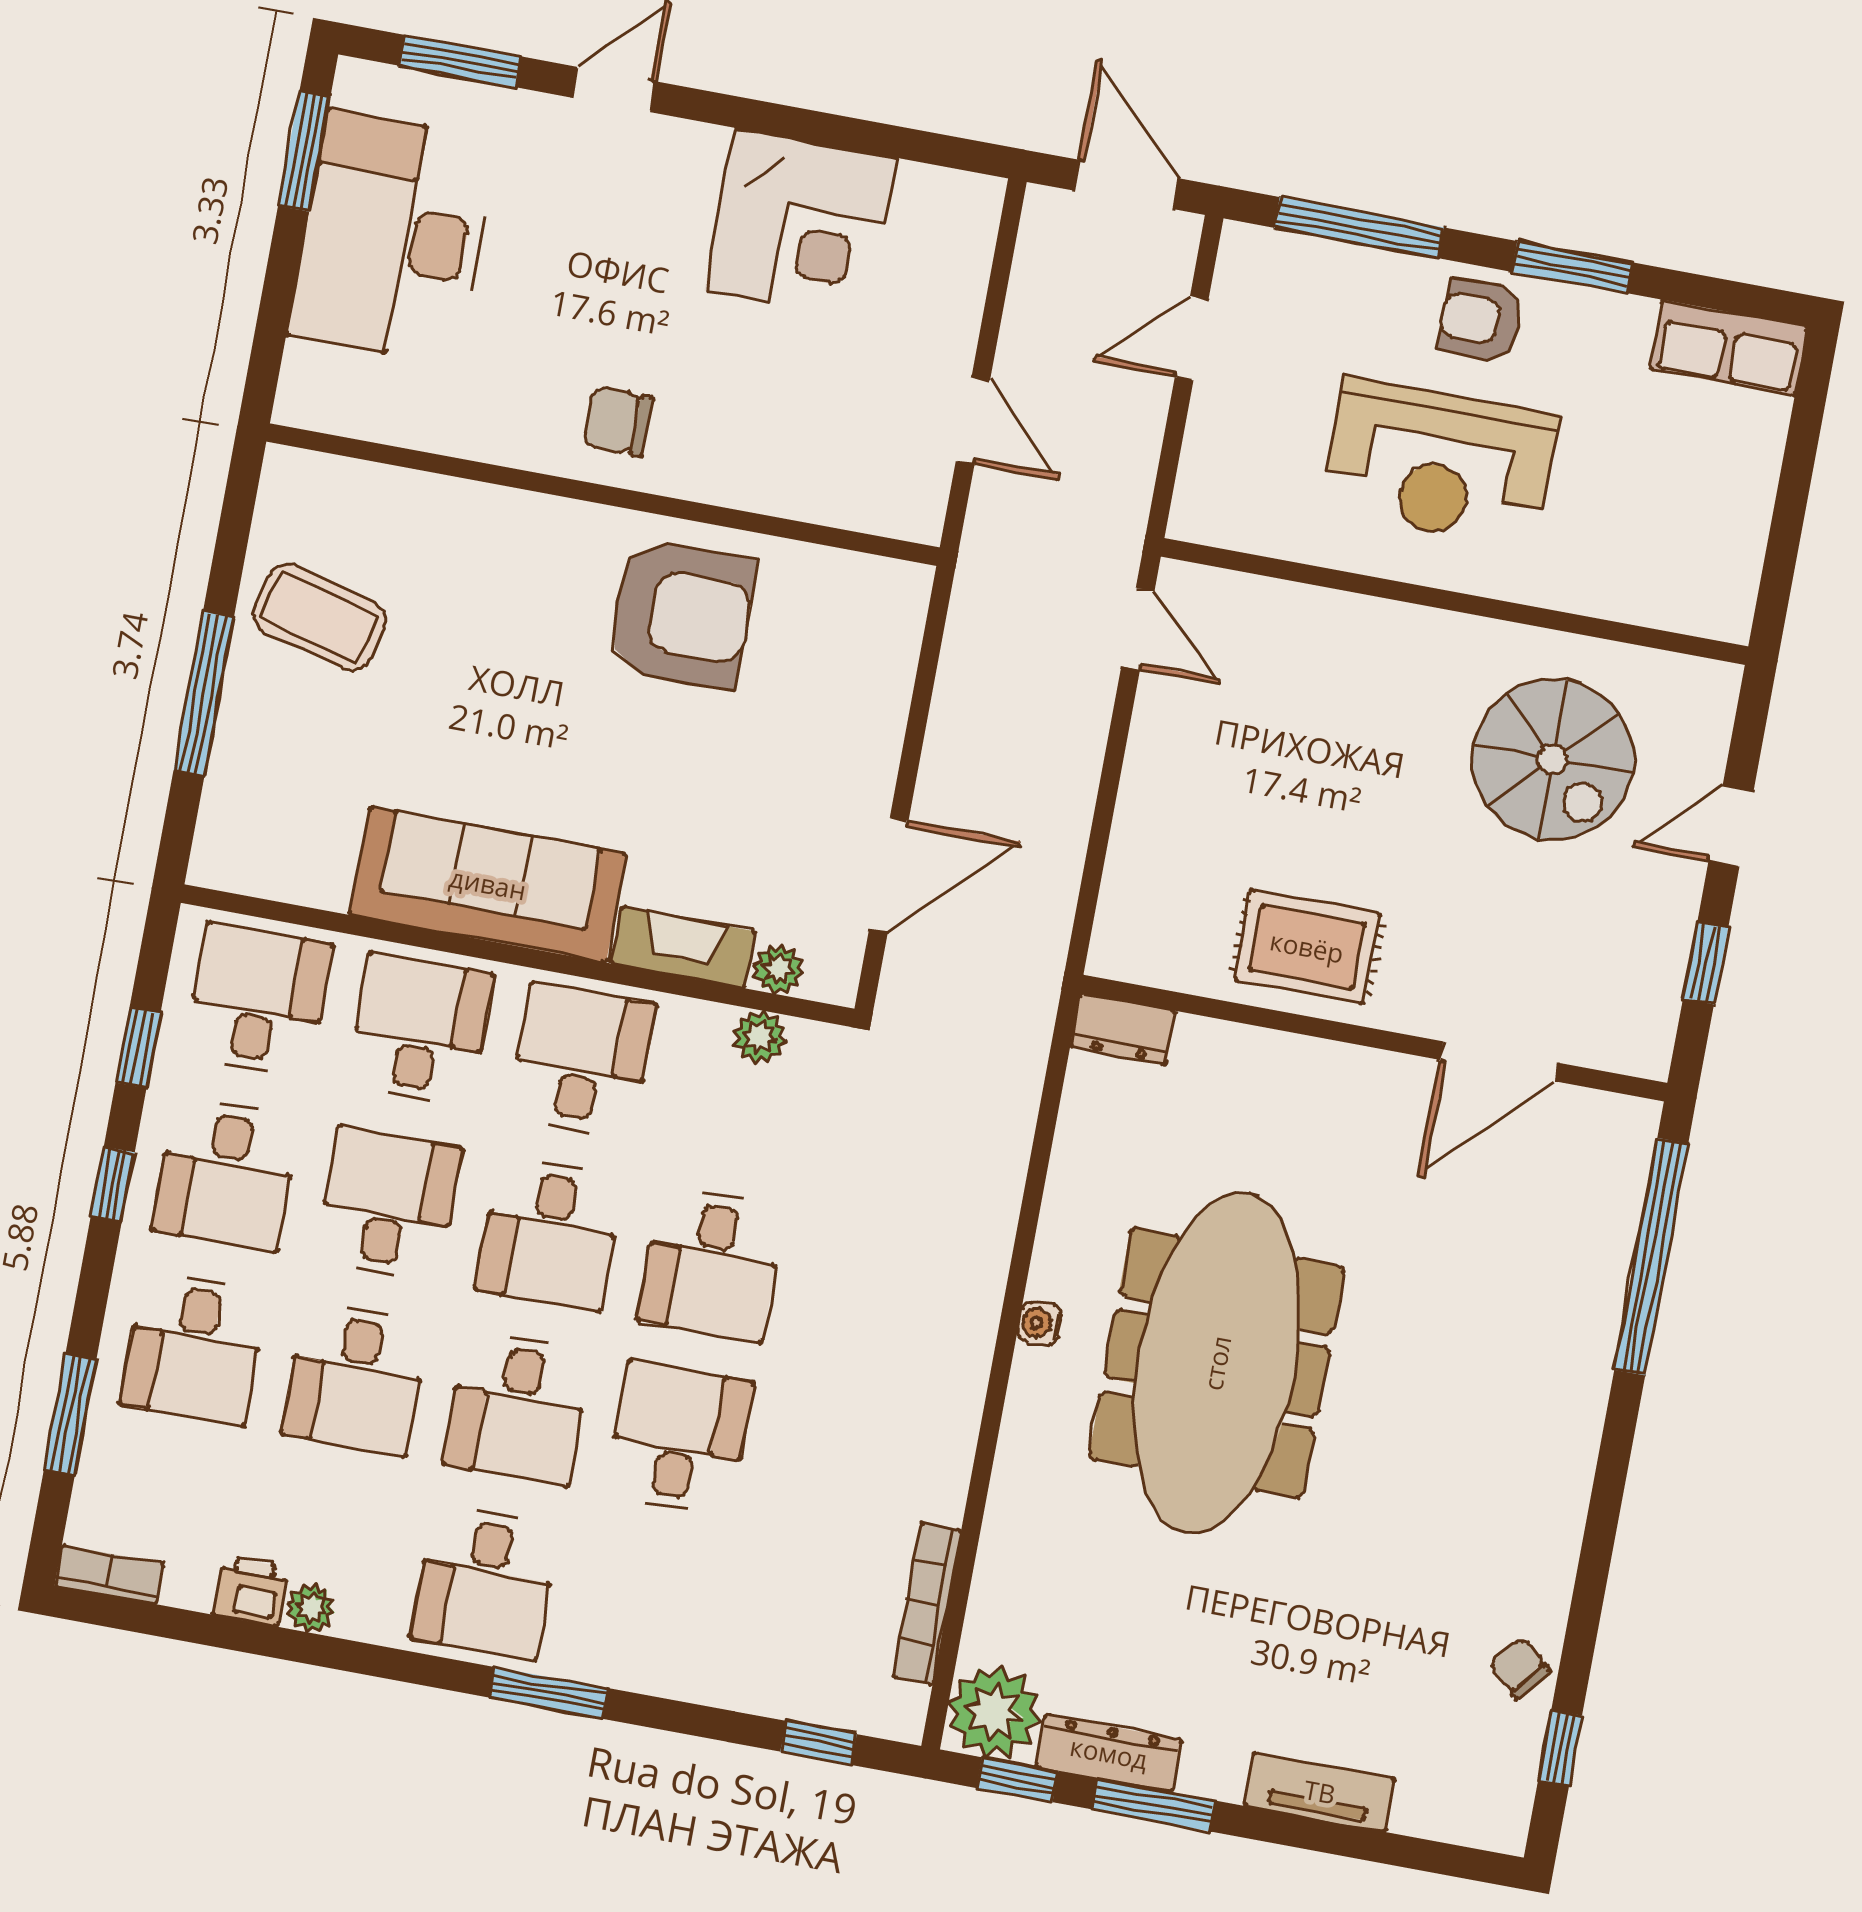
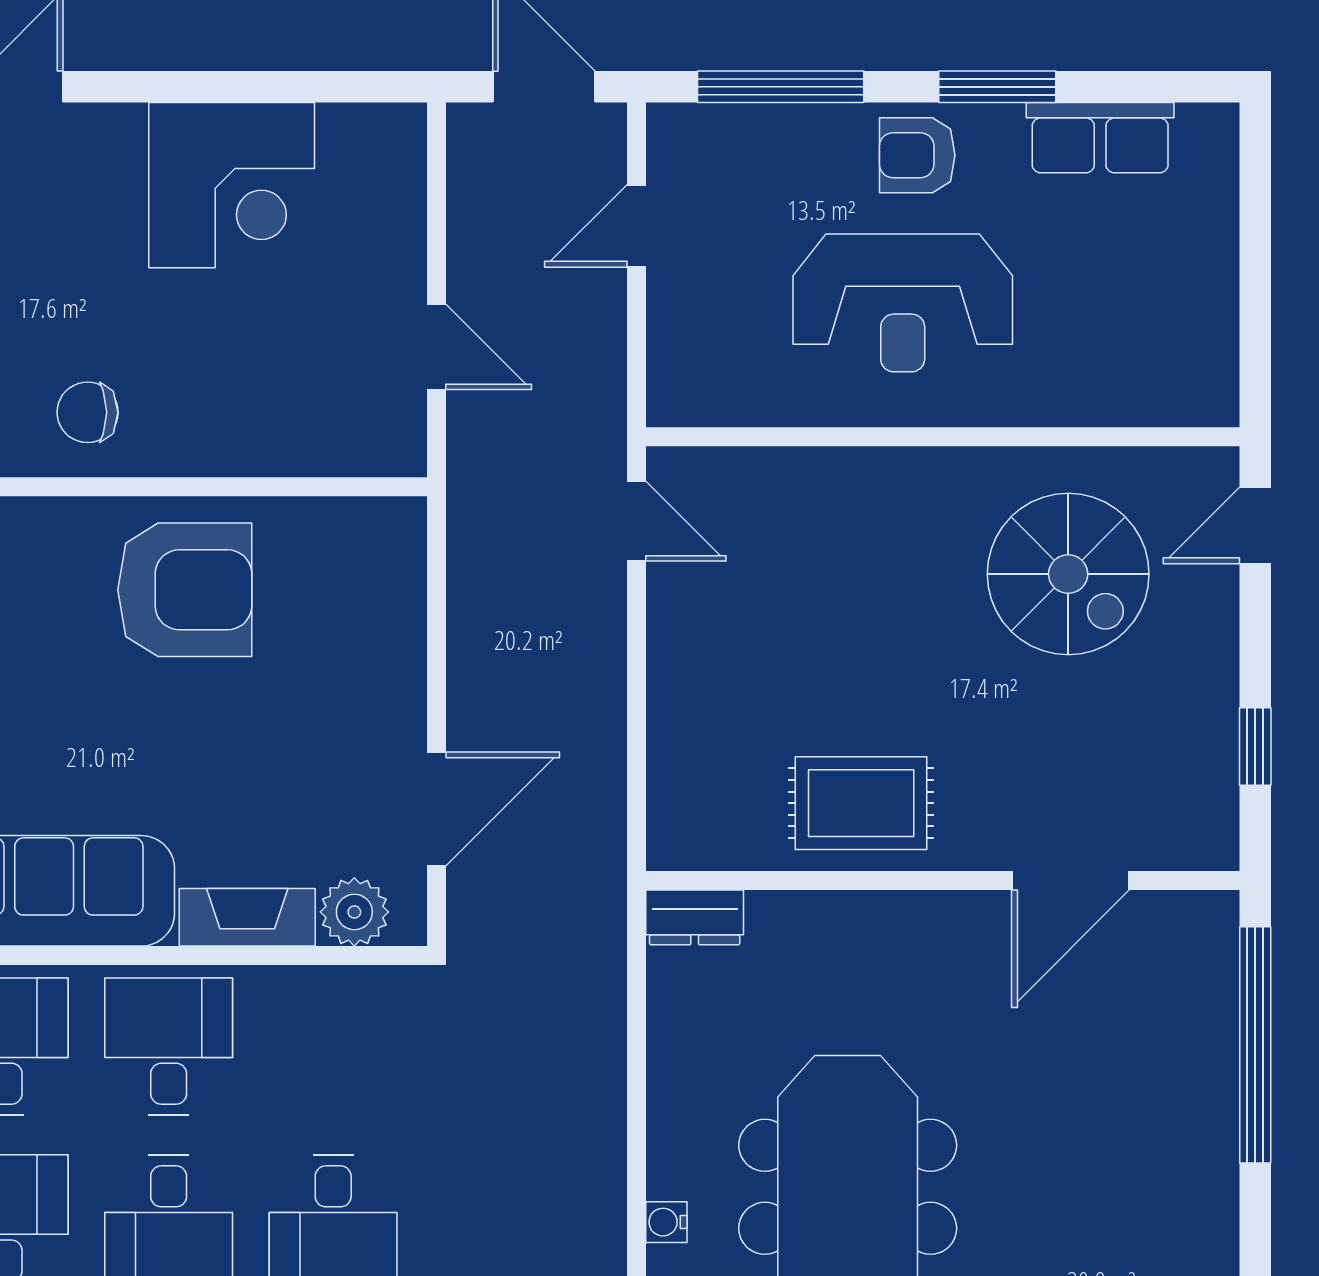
row of seats: (1729, 348) -> (1100, 138), moved
door: (1731, 826) -> (1255, 525), moved
plant: (778, 969) -> (354, 912), width x1.38, depth x1.38
plant: (760, 1037) -> (339, 991), removed

